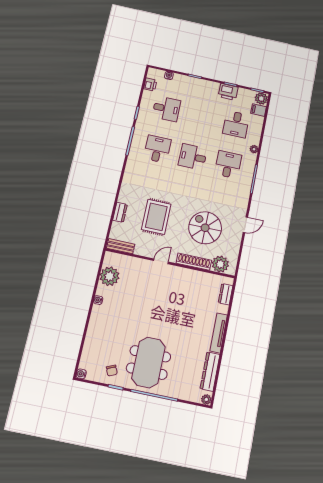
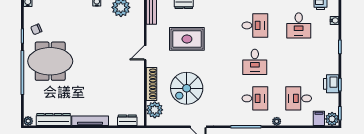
desk: (193, 157) -> (255, 62), turned 180
spiral stairs: (205, 228) -> (187, 88), turned 180
door: (161, 261) -> (145, 53), swing flipped

